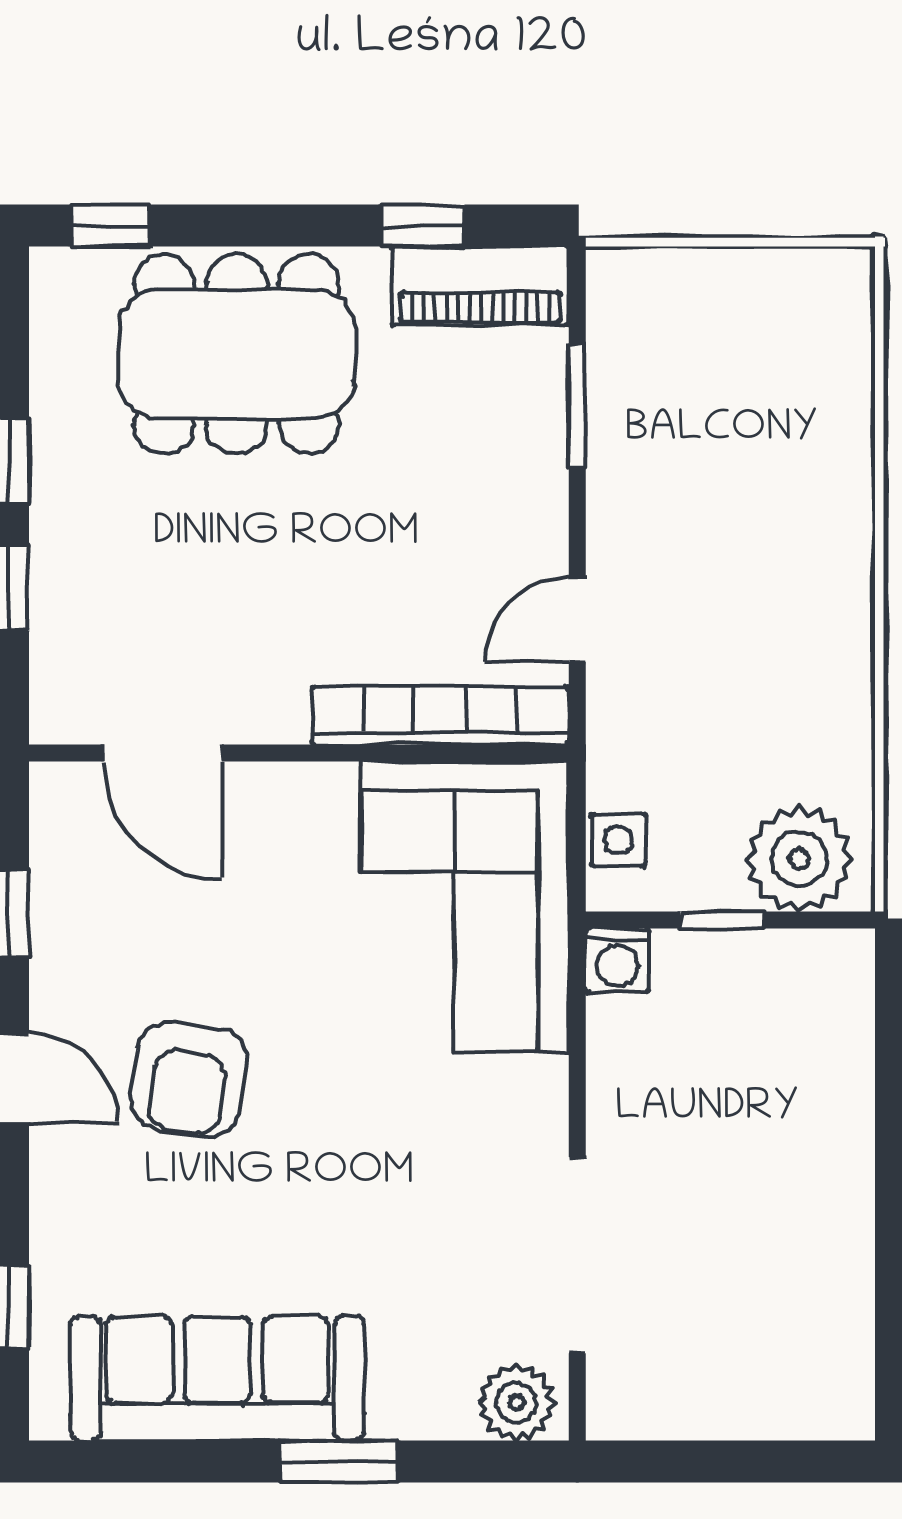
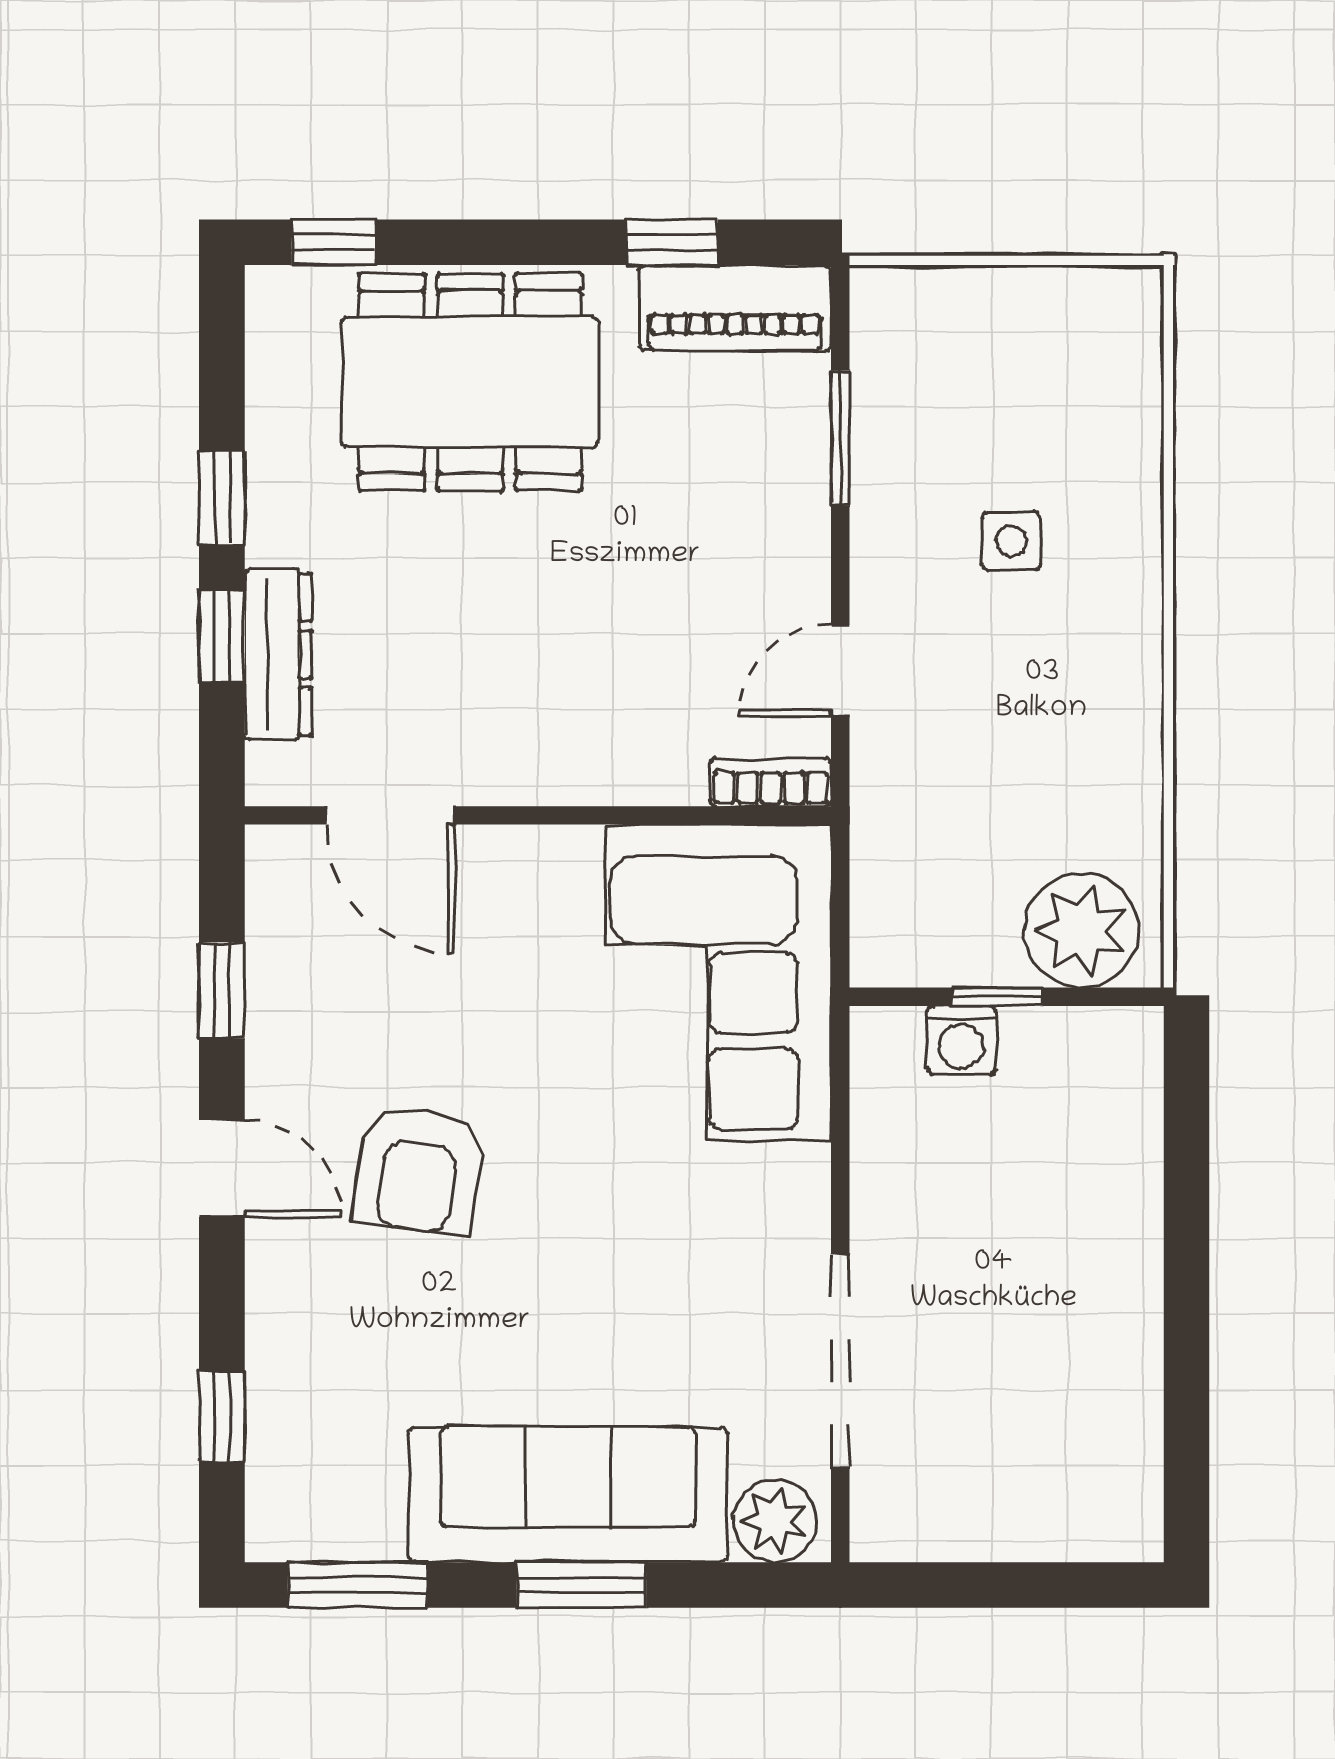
dresser: (60, 605) -> (278, 654), added
bookcase: (440, 715) -> (771, 782), width x0.43, depth x0.76
side table: (618, 840) -> (1011, 541), moved
washing machine: (617, 960) -> (961, 1040), moved
sofa: (217, 1378) -> (568, 1495), moved
window: (133, 1461) -> (358, 1585), added

